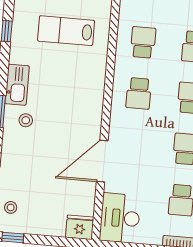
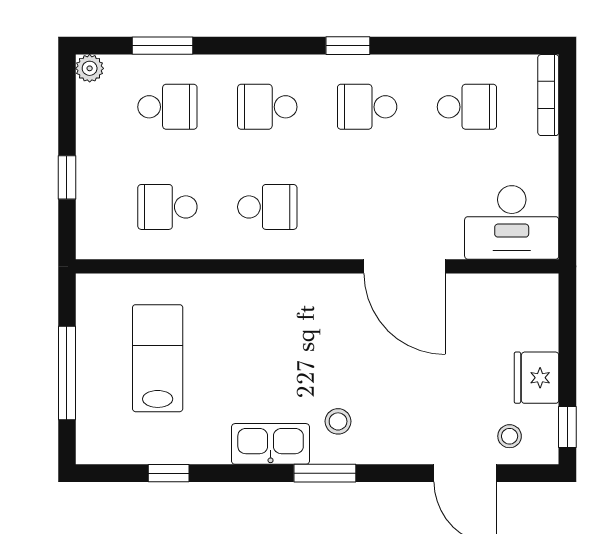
lab bench: (66, 31) -> (158, 358), turned 180
fridge: (80, 227) -> (537, 378), moved

